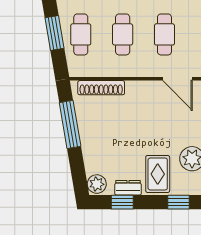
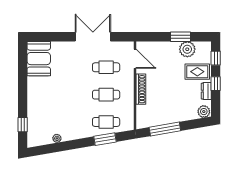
door: (177, 79) -> (135, 59), hinge flipped
shoe rack: (101, 88) -> (141, 89), moved
window: (122, 202) -> (216, 84), moved

